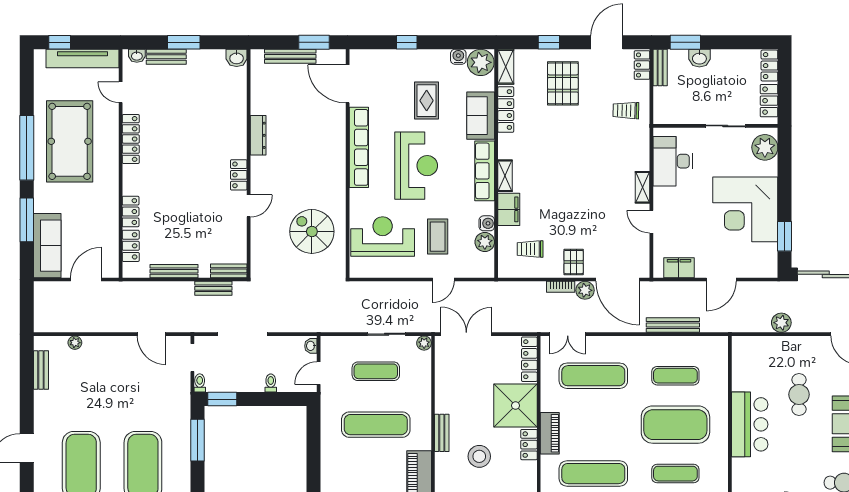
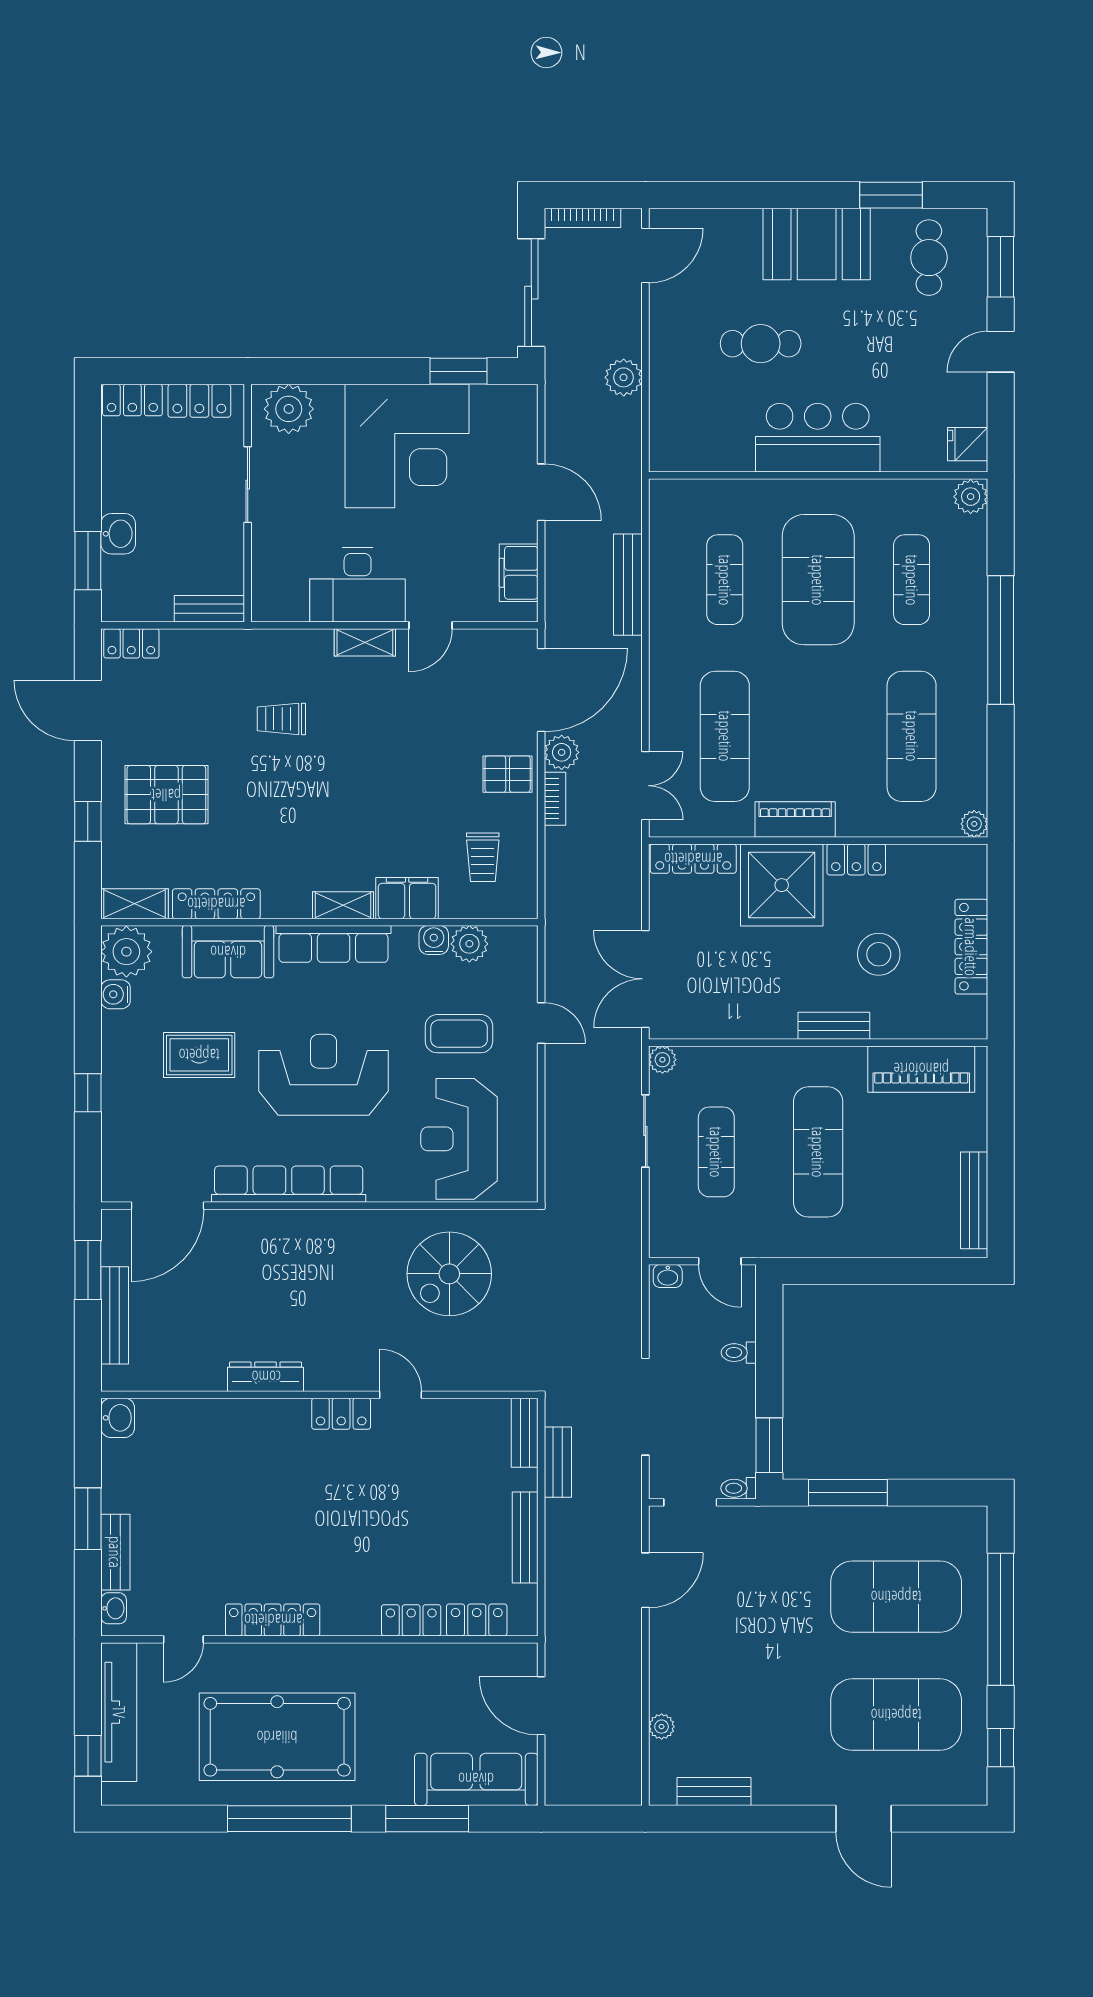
bench: (660, 67) -> (209, 609), moved
trolley: (626, 110) -> (281, 719), moved, turned 89
desk: (673, 161) -> (358, 585), moved
piano: (550, 433) -> (795, 819), moved

